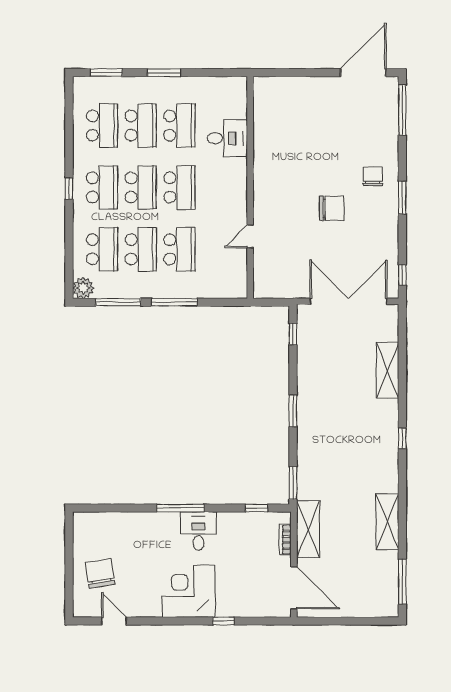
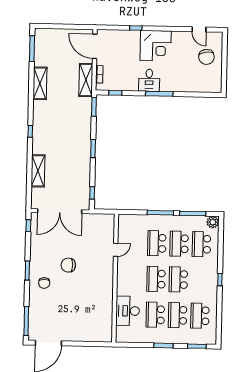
desk: (227, 138) -> (128, 311), width x1.37
school desk: (102, 187) -> (201, 280), removed

